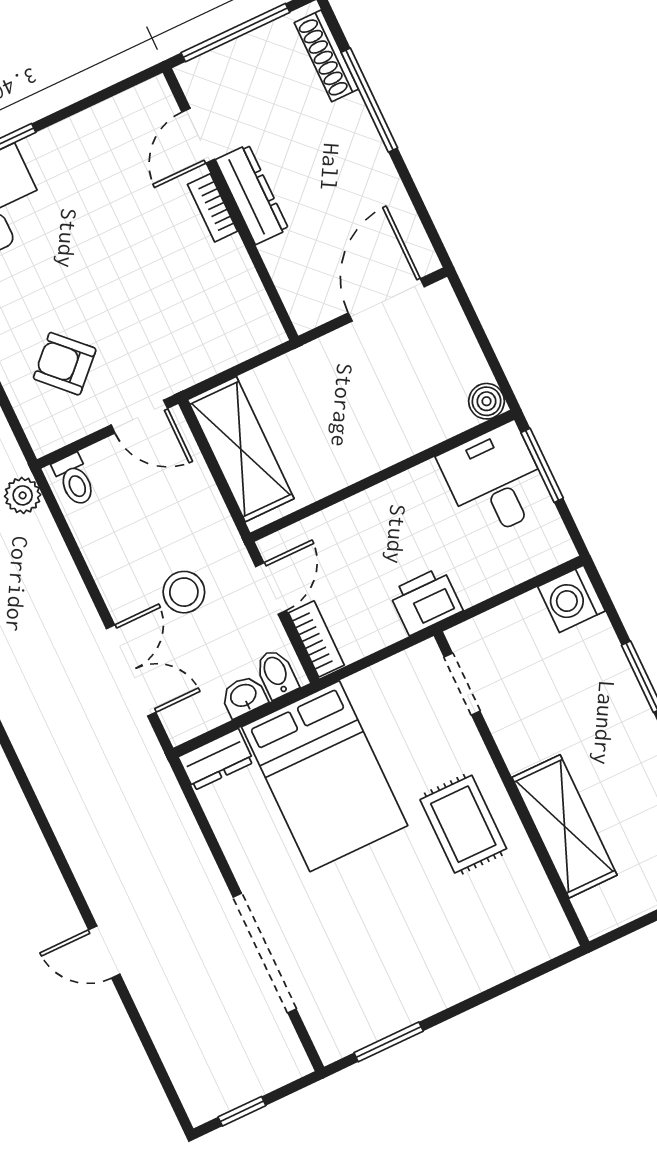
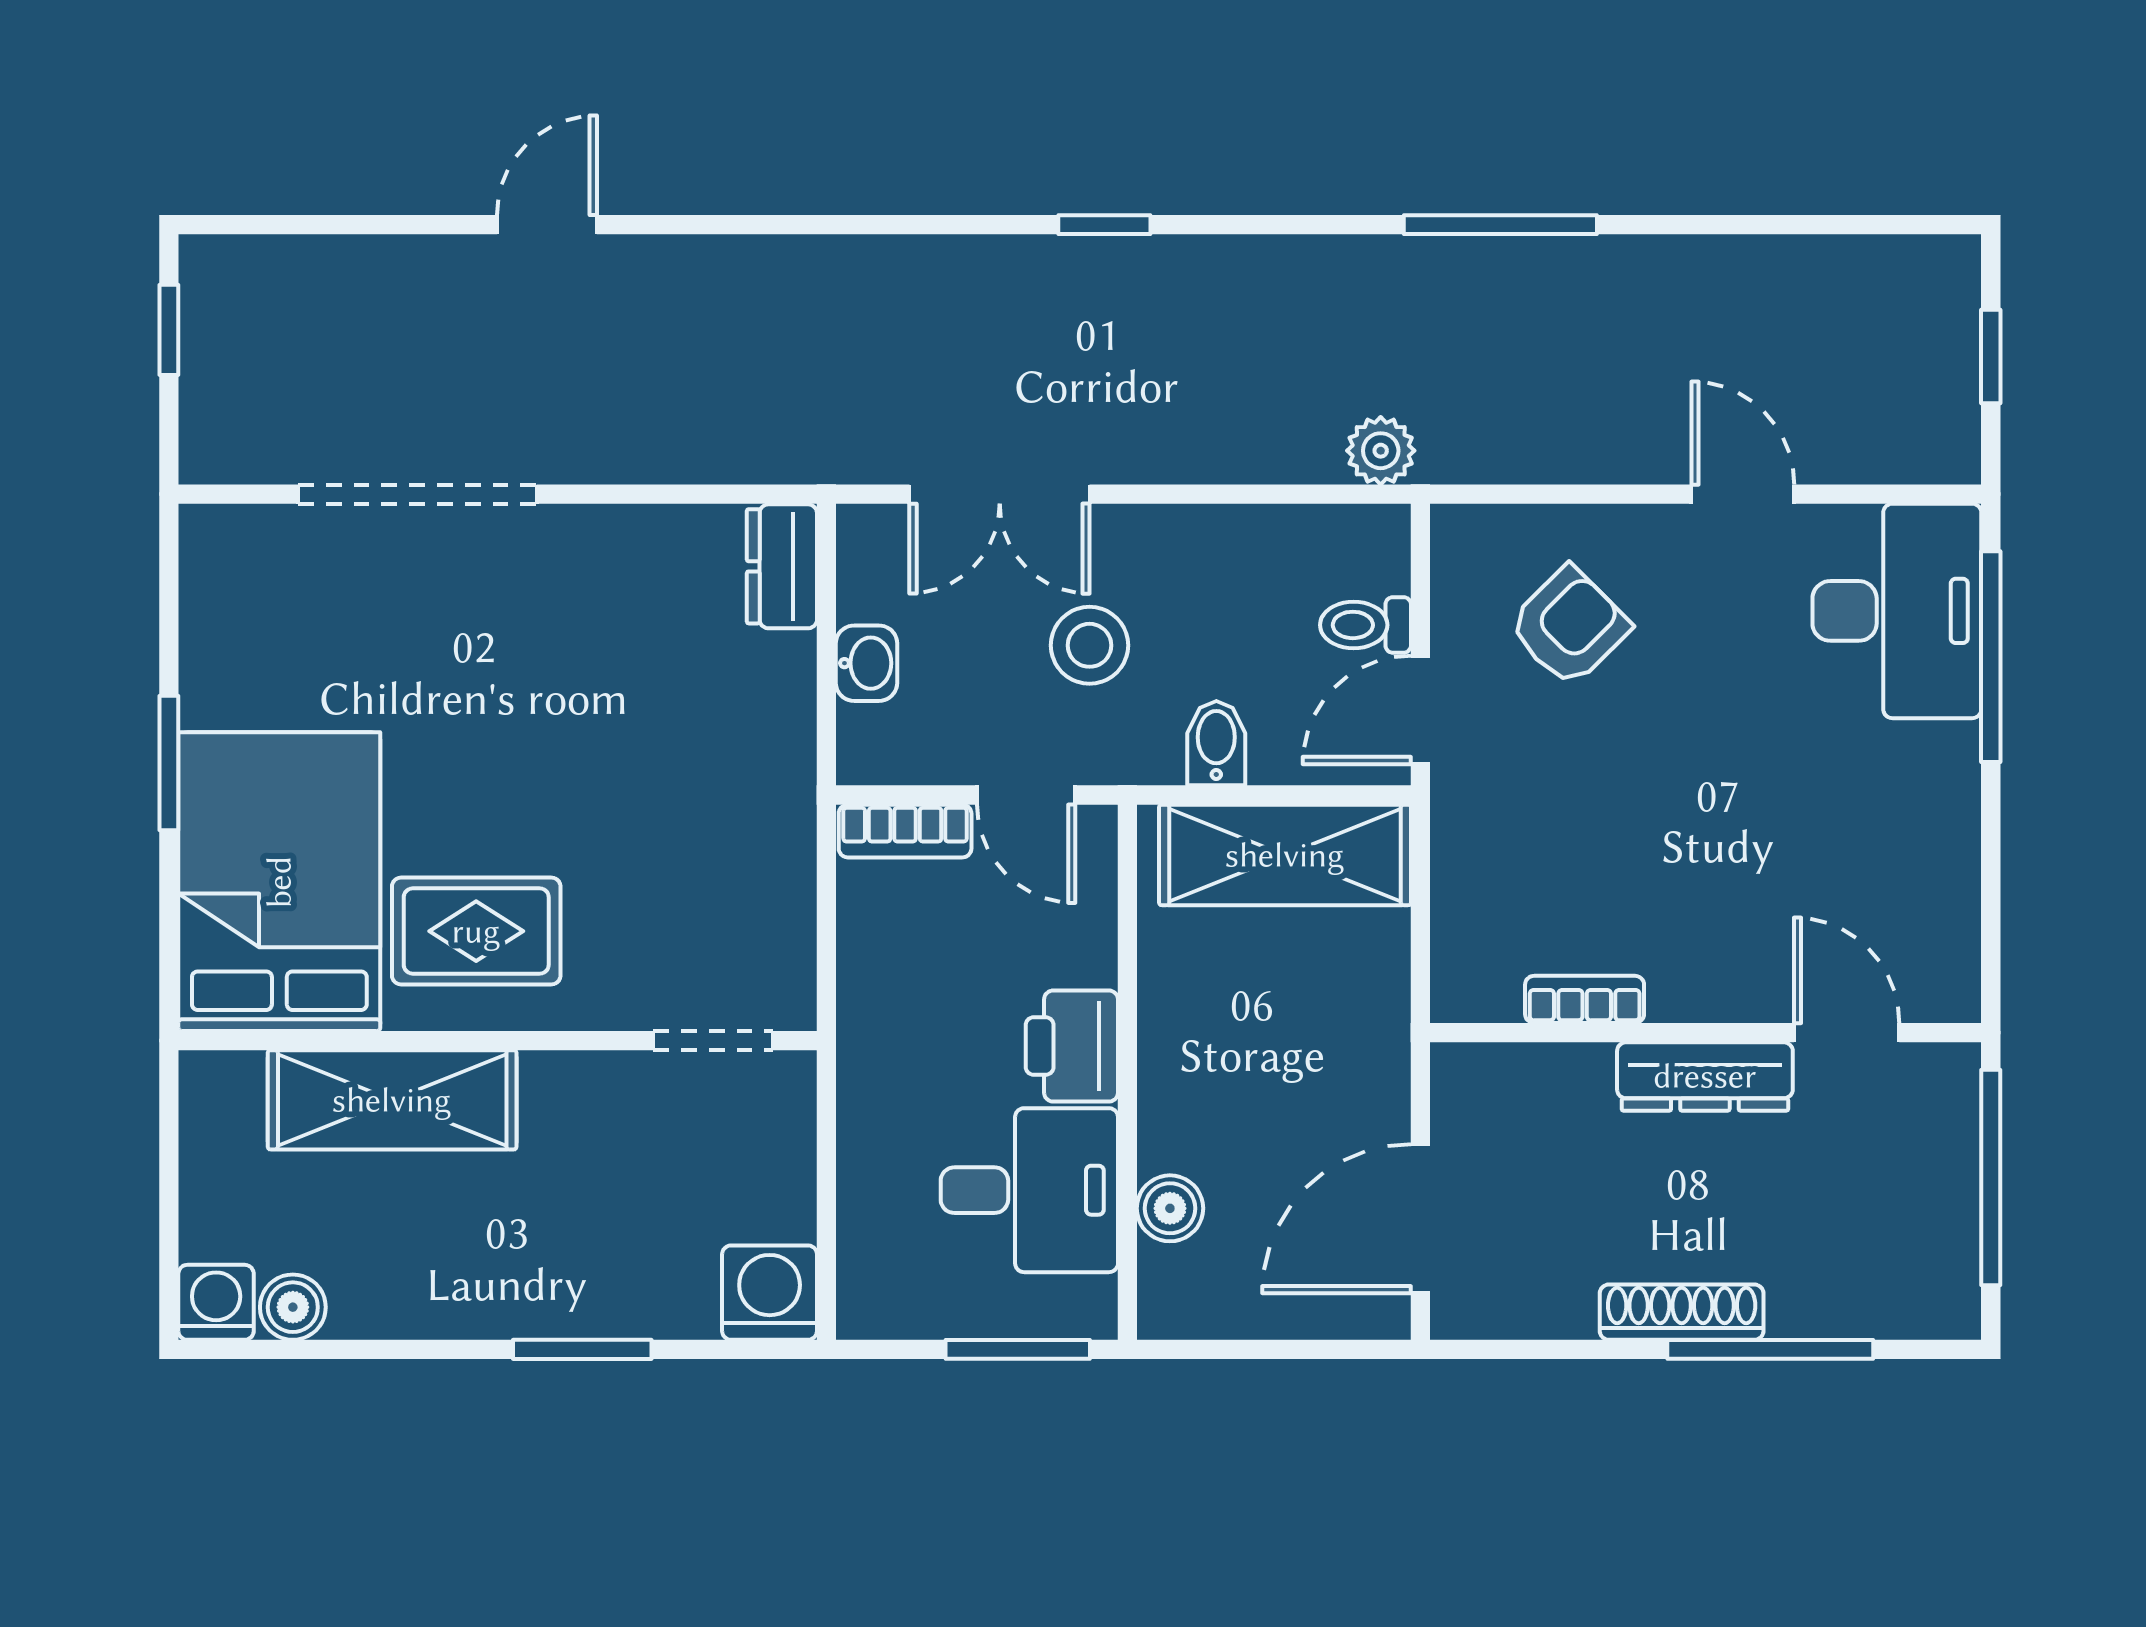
shoe rack: (326, 56) -> (1682, 1312), moved
bookcase: (212, 208) -> (1585, 999), moved
door: (386, 300) -> (1420, 1219), swing flipped
boiler: (487, 401) -> (1170, 1208), moved
toilet: (74, 480) -> (1366, 625), moved
desk: (495, 481) -> (1029, 1190), moved
printer: (426, 601) -> (1072, 1046), moved, turned 180
bidet: (276, 674) -> (1216, 743), moved, turned -90
bed: (325, 776) -> (279, 882), moved, turned 90
window: (389, 1042) -> (169, 763), moved

